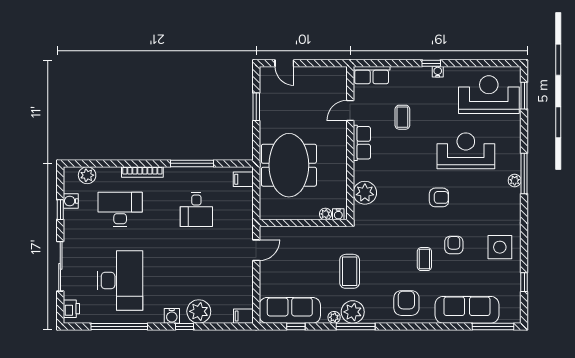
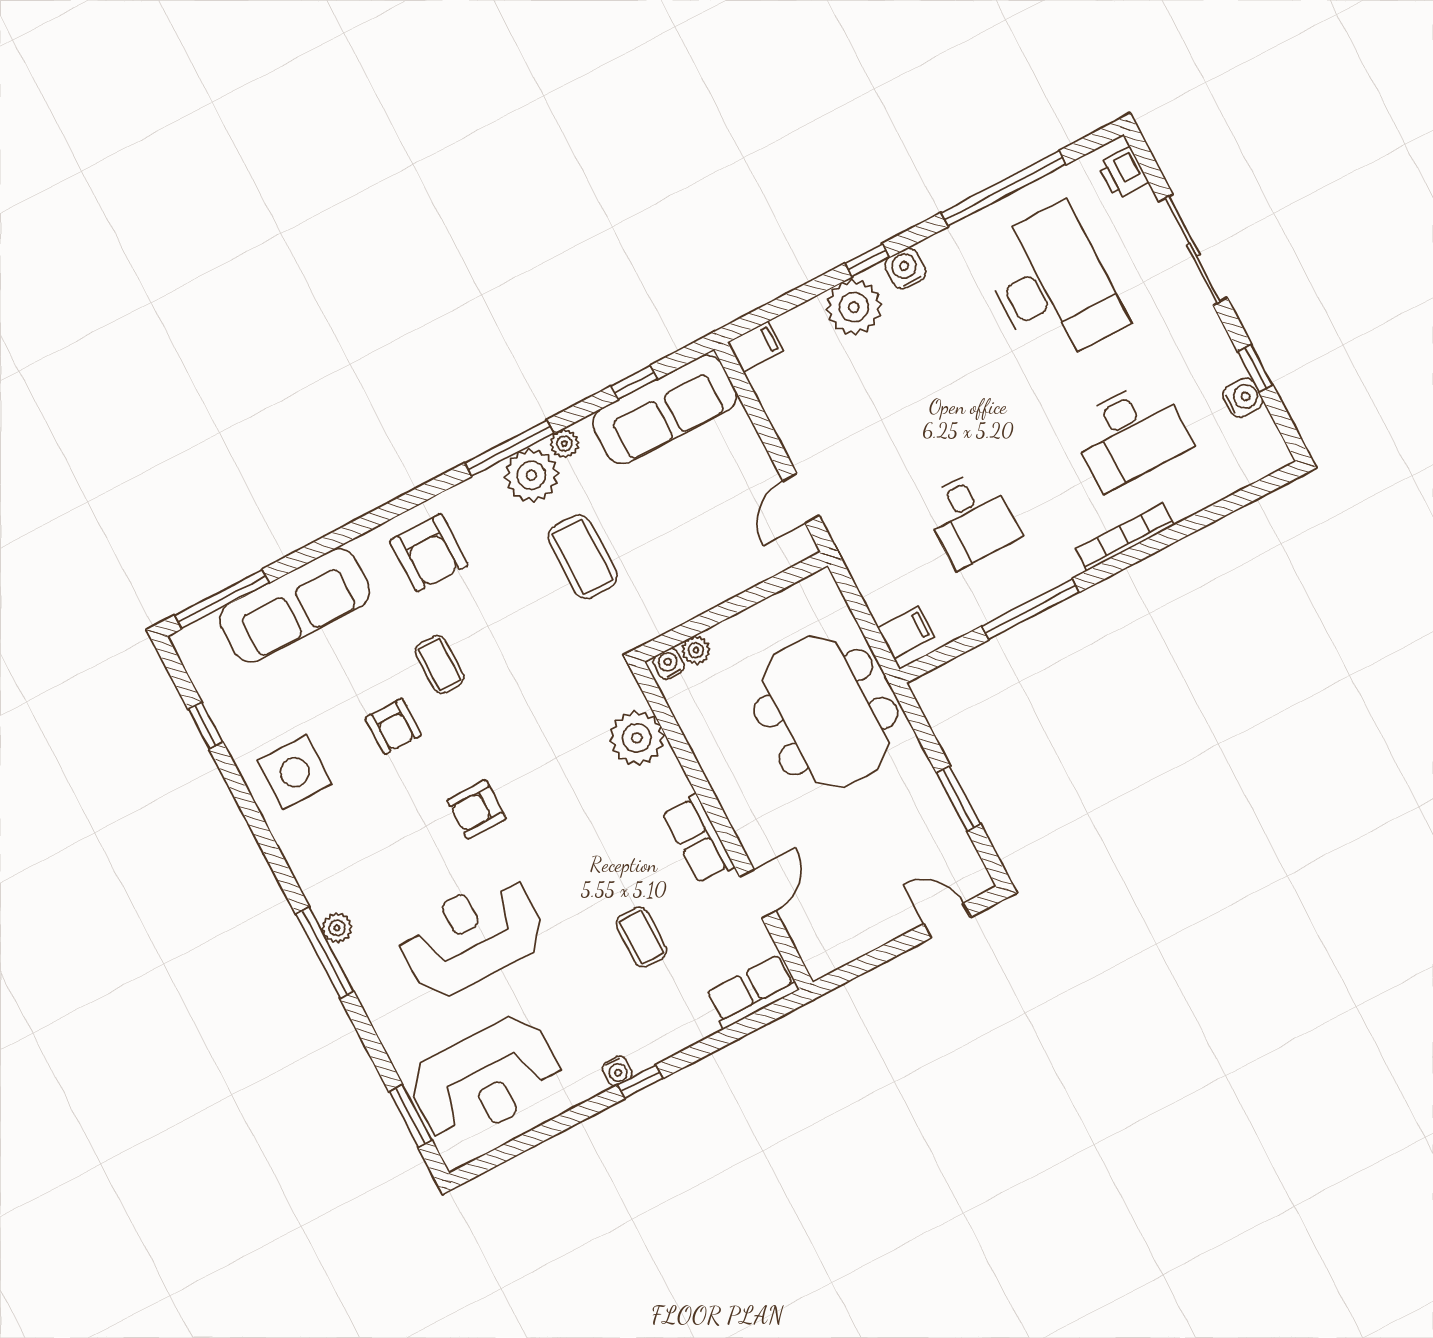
reception desk: (466, 151) -> (472, 936), turned 180
plant: (87, 175) -> (1237, 469), removed
desk: (196, 209) -> (971, 518), turned 180
desk: (120, 281) -> (1052, 285), turned 180

